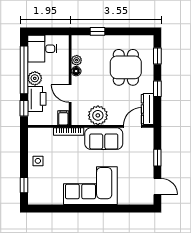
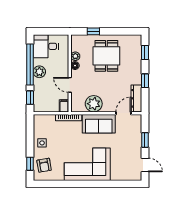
dining table: (126, 67) -> (106, 56), moved
printer: (37, 99) -> (41, 90), removed
armchair: (40, 187) -> (44, 165), added

